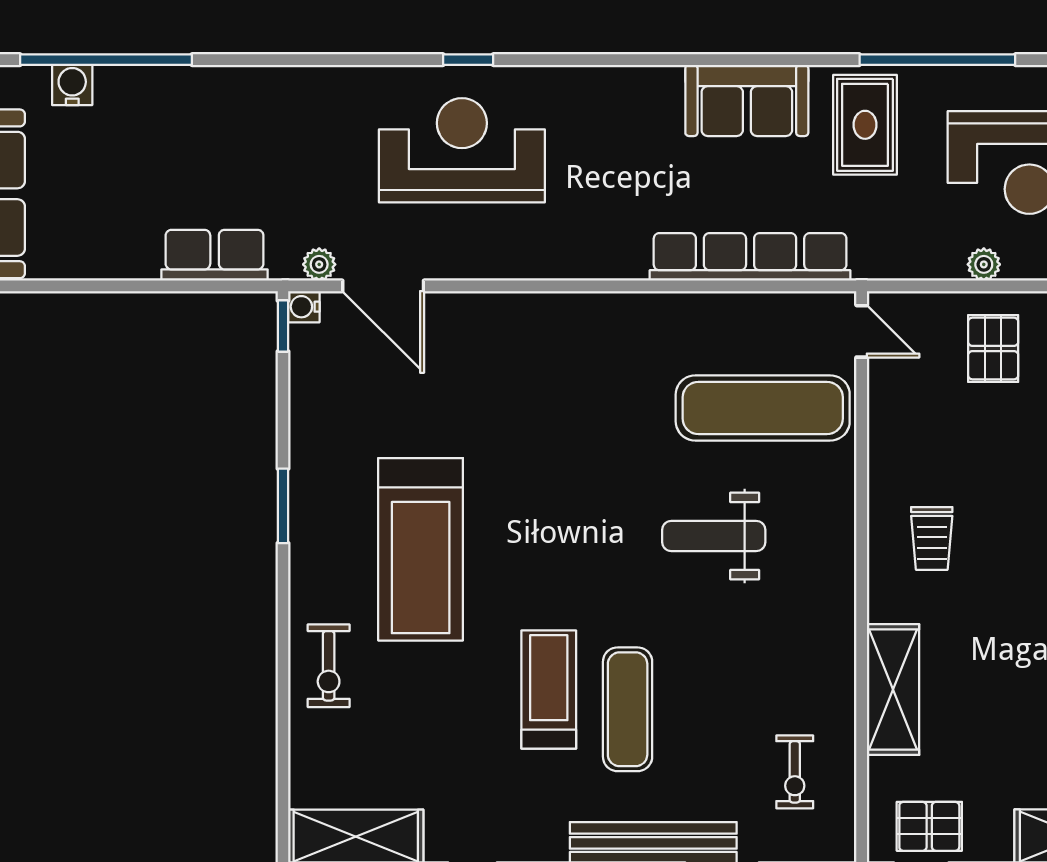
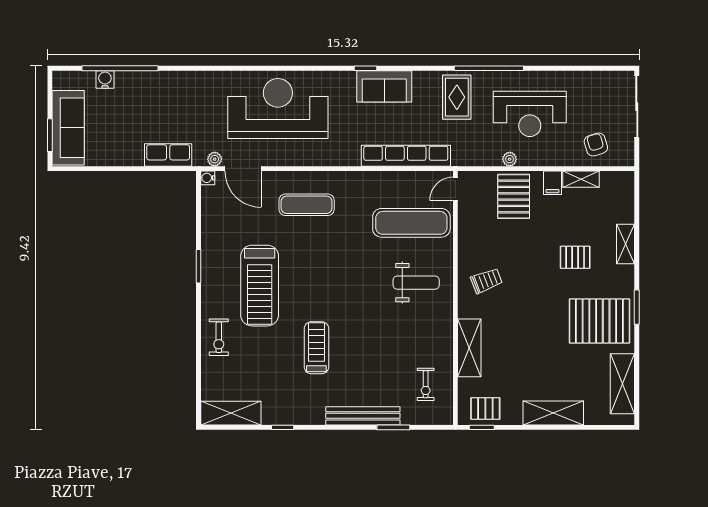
window: (468, 60) -> (365, 68), moved
sofa: (747, 100) -> (384, 86), moved
reception desk: (462, 150) -> (278, 108), width x1.36, depth x1.30
window: (283, 326) -> (199, 186), removed
door: (862, 331) -> (455, 189), swing flipped
pallet: (993, 348) -> (514, 196), width x1.50, depth x1.42
weight bench: (714, 536) -> (416, 283), moved, turned 180
trolley: (932, 538) -> (486, 281), turned -111
exercise mat: (628, 709) -> (307, 205), moved, turned 90

